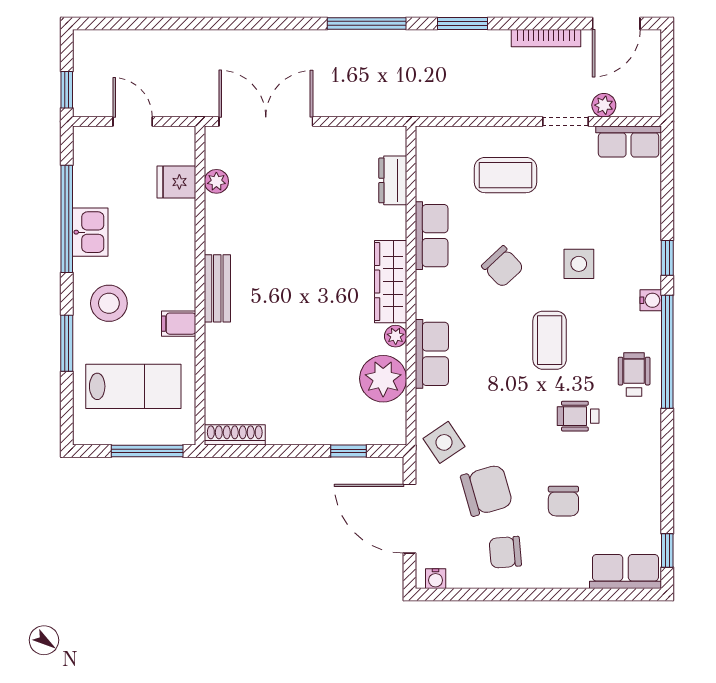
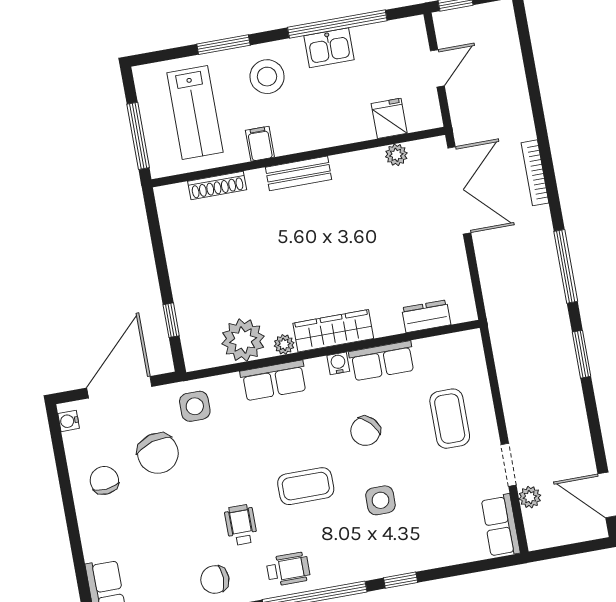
bookcase: (546, 38) -> (535, 173), moved
water cooler: (651, 300) -> (338, 363), moved, turned 180
shoe rack: (235, 435) -> (217, 186), moved, turned 90
side table: (444, 442) -> (195, 406), turned 34
chair: (563, 501) -> (215, 579), moved

